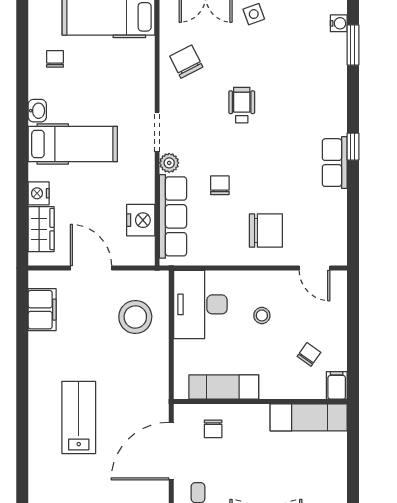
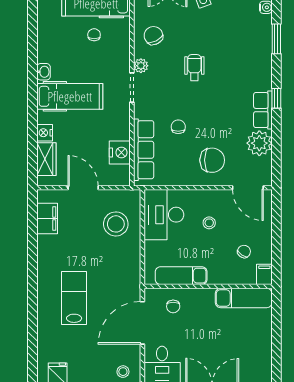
window: (353, 45) -> (276, 39), moved
chair: (55, 59) -> (94, 35), moved
plant: (169, 163) -> (141, 66), moved
plant: (330, 208) -> (259, 143), added
door: (314, 268) -> (248, 188), width x1.38

